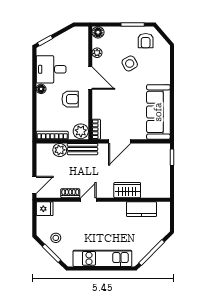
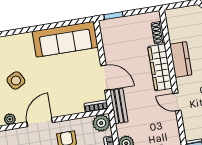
bench: (83, 149) -> (119, 106), moved
wardrobe: (127, 190) -> (160, 67), width x1.50
shoe rack: (70, 193) -> (158, 33), moved
kitchen counter: (141, 209) -> (181, 59), moved

